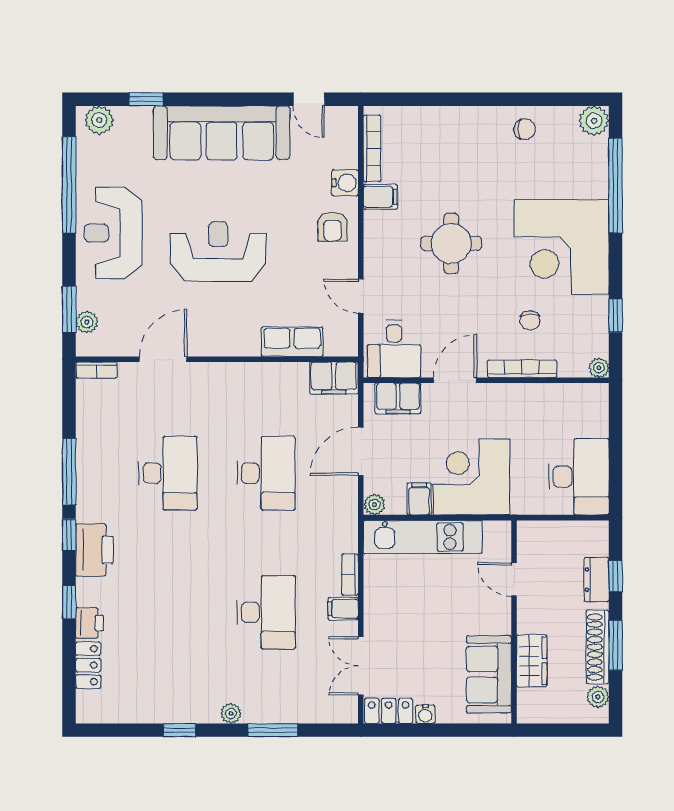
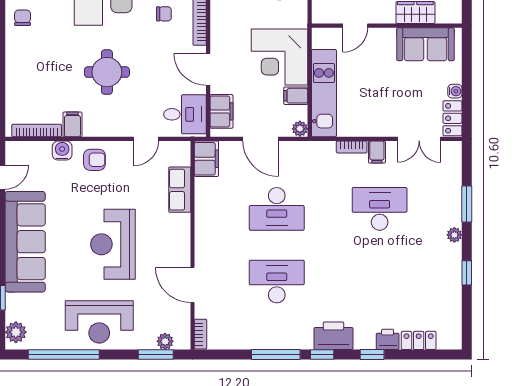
desk: (266, 473) -> (277, 209), turned 180

